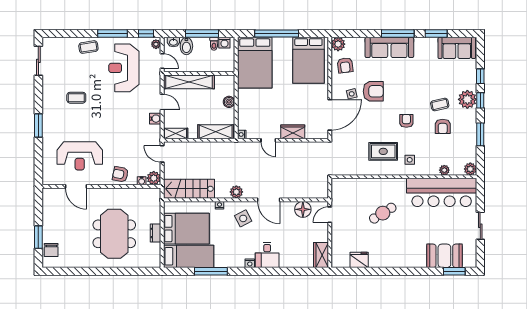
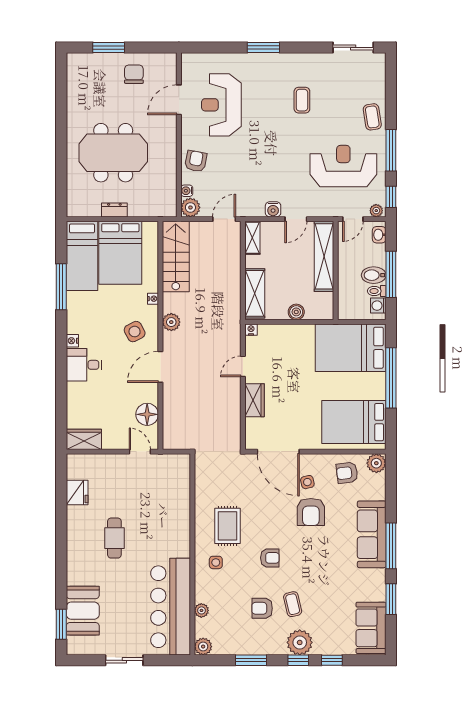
bidet: (186, 46) -> (374, 275), moved
cafe table: (383, 213) -> (114, 538), moved, turned 32
chair: (51, 250) -> (134, 74), moved, turned 90

